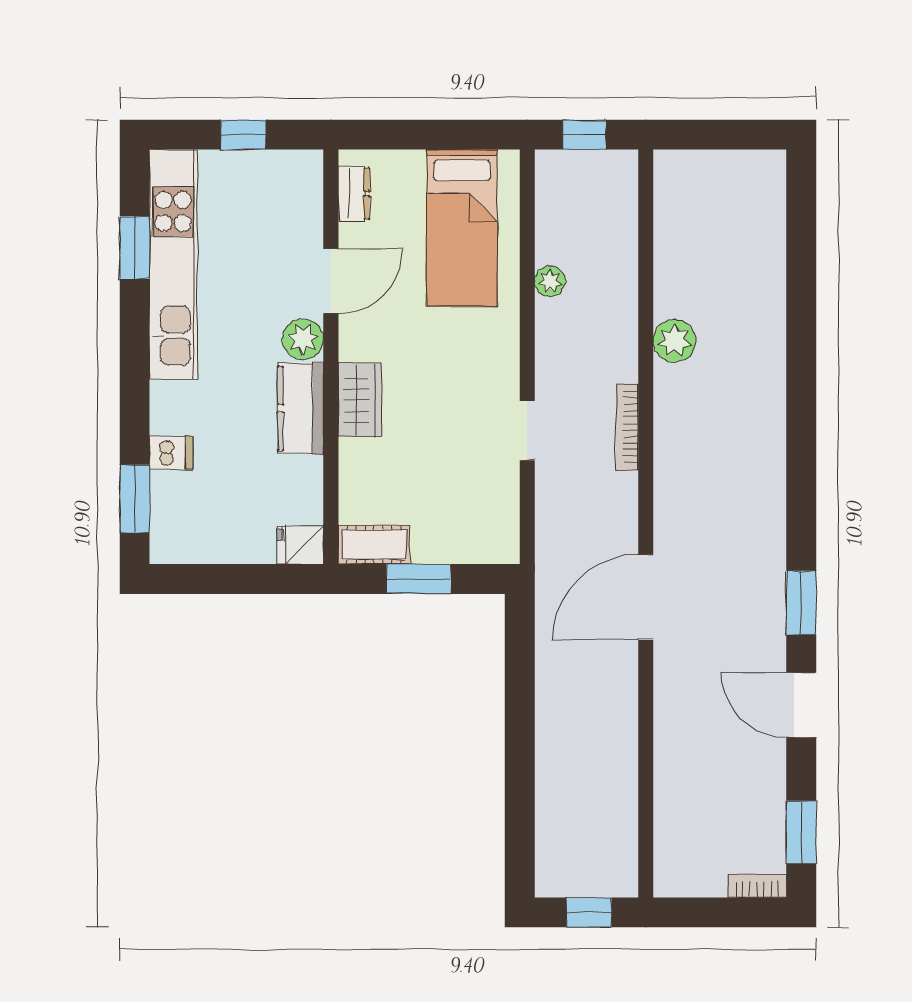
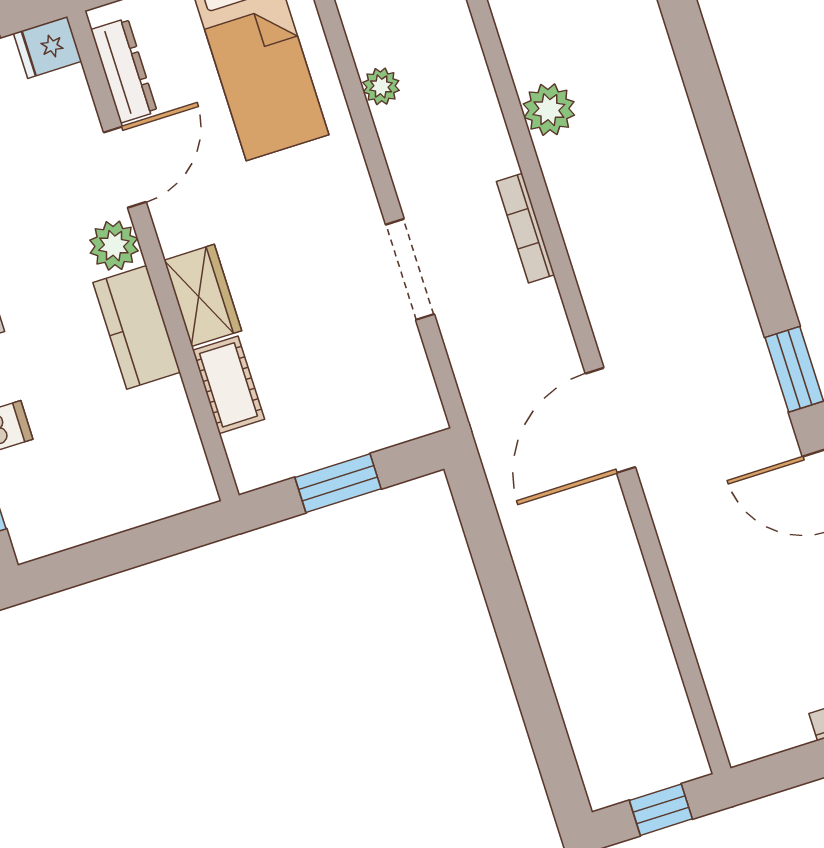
dresser: (354, 193) -> (124, 71), width x1.44
doorway: (527, 431) -> (410, 269), width x1.38
fridge: (300, 545) -> (48, 47), moved
cot: (374, 545) -> (229, 385), moved, turned 90

